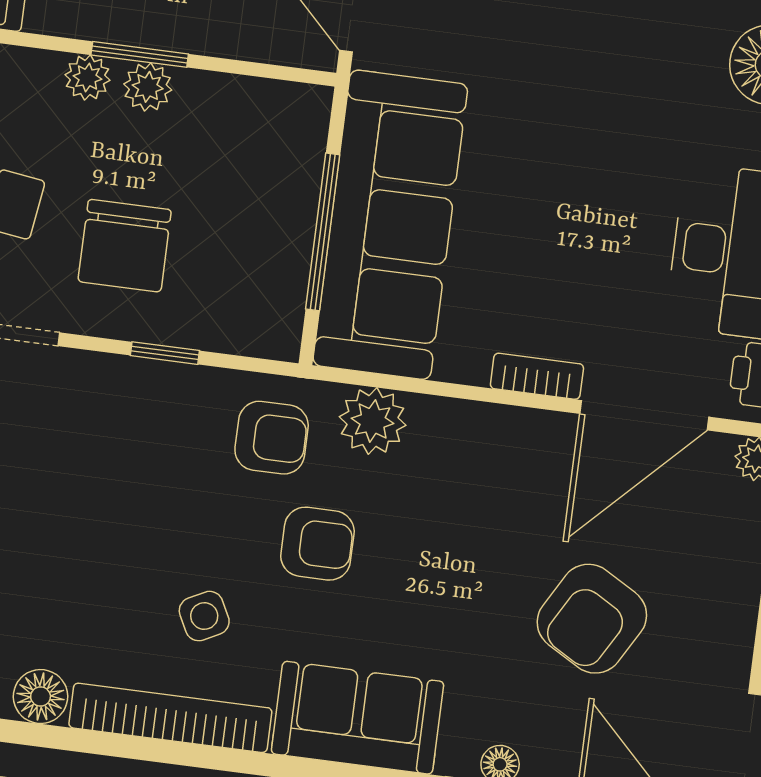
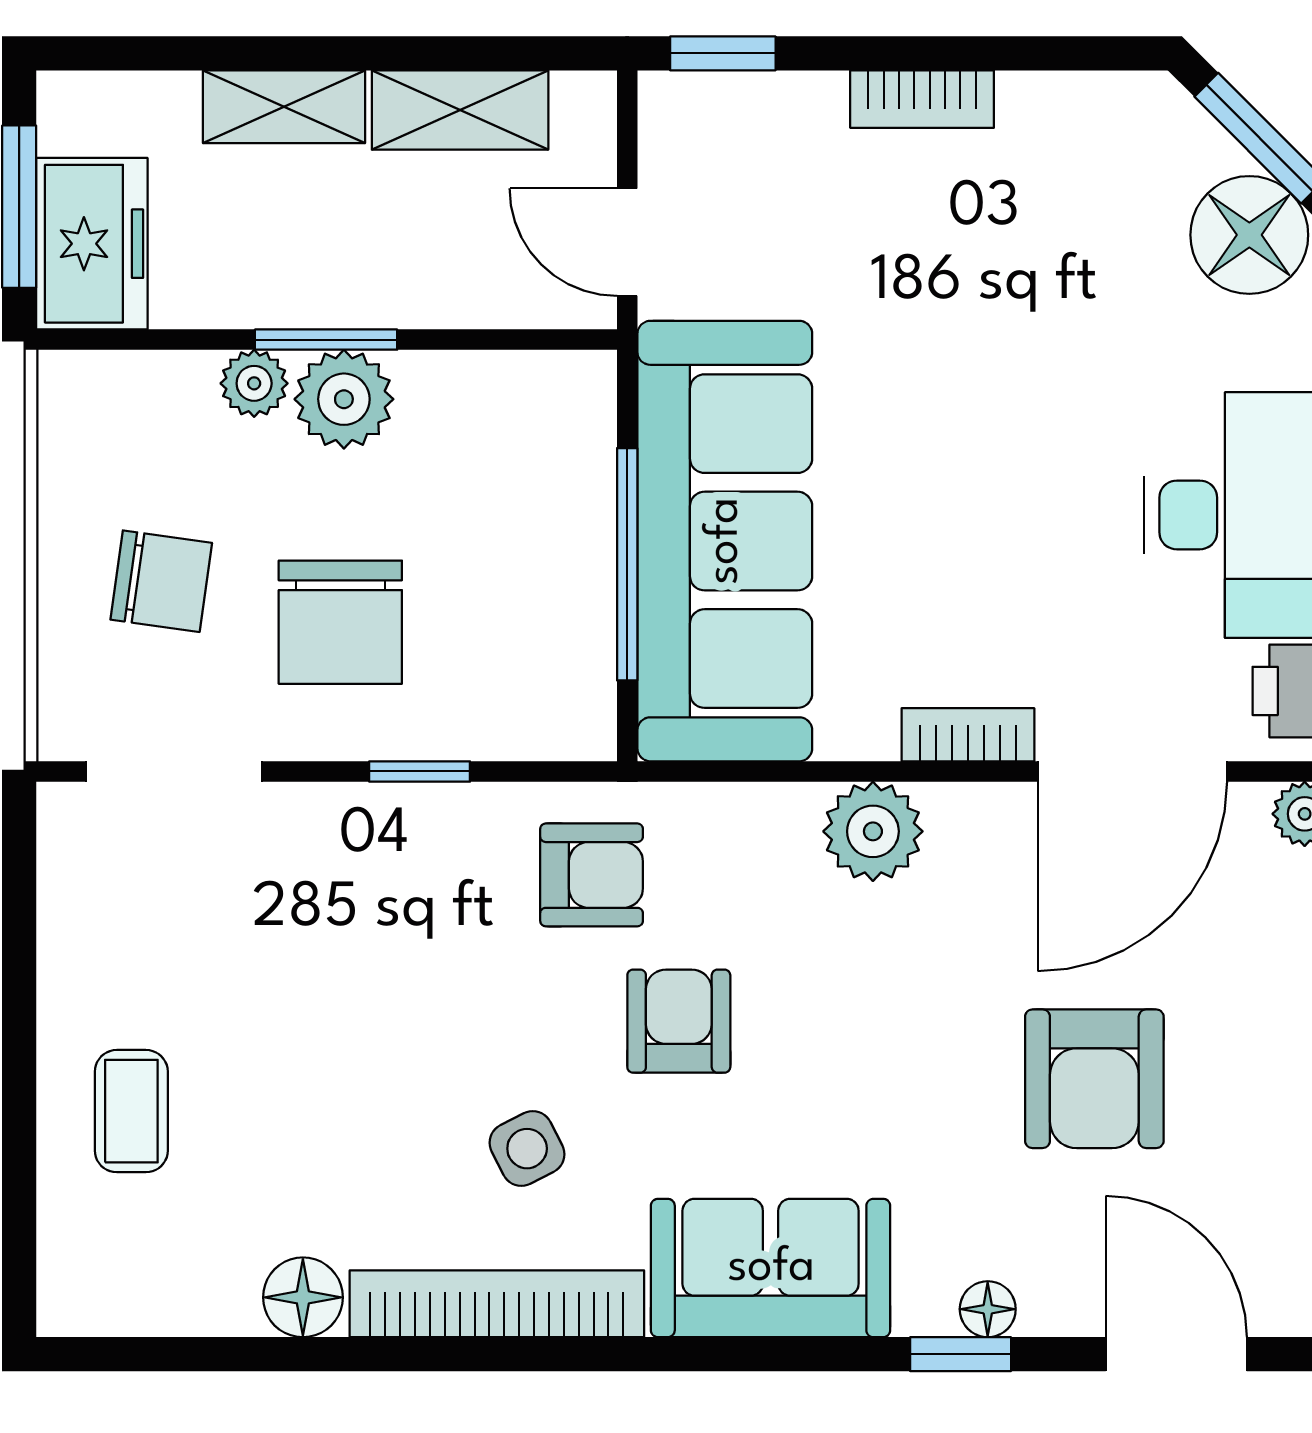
plant: (148, 87) -> (344, 399), width x1.38, depth x1.38
plant: (373, 421) -> (873, 831), moved
armchair: (317, 544) -> (679, 1021), turned -90
armchair: (592, 619) -> (1094, 1079), turned -30

